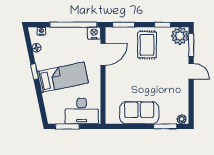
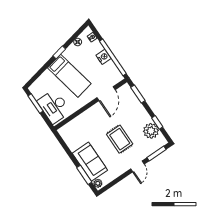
nightstand: (94, 33) -> (103, 57), moved
plant: (180, 36) -> (151, 131), moved
rug: (147, 45) -> (120, 139), moved, turned 90
door: (103, 54) -> (106, 94), hinge flipped
sofa: (139, 113) -> (90, 162), moved

